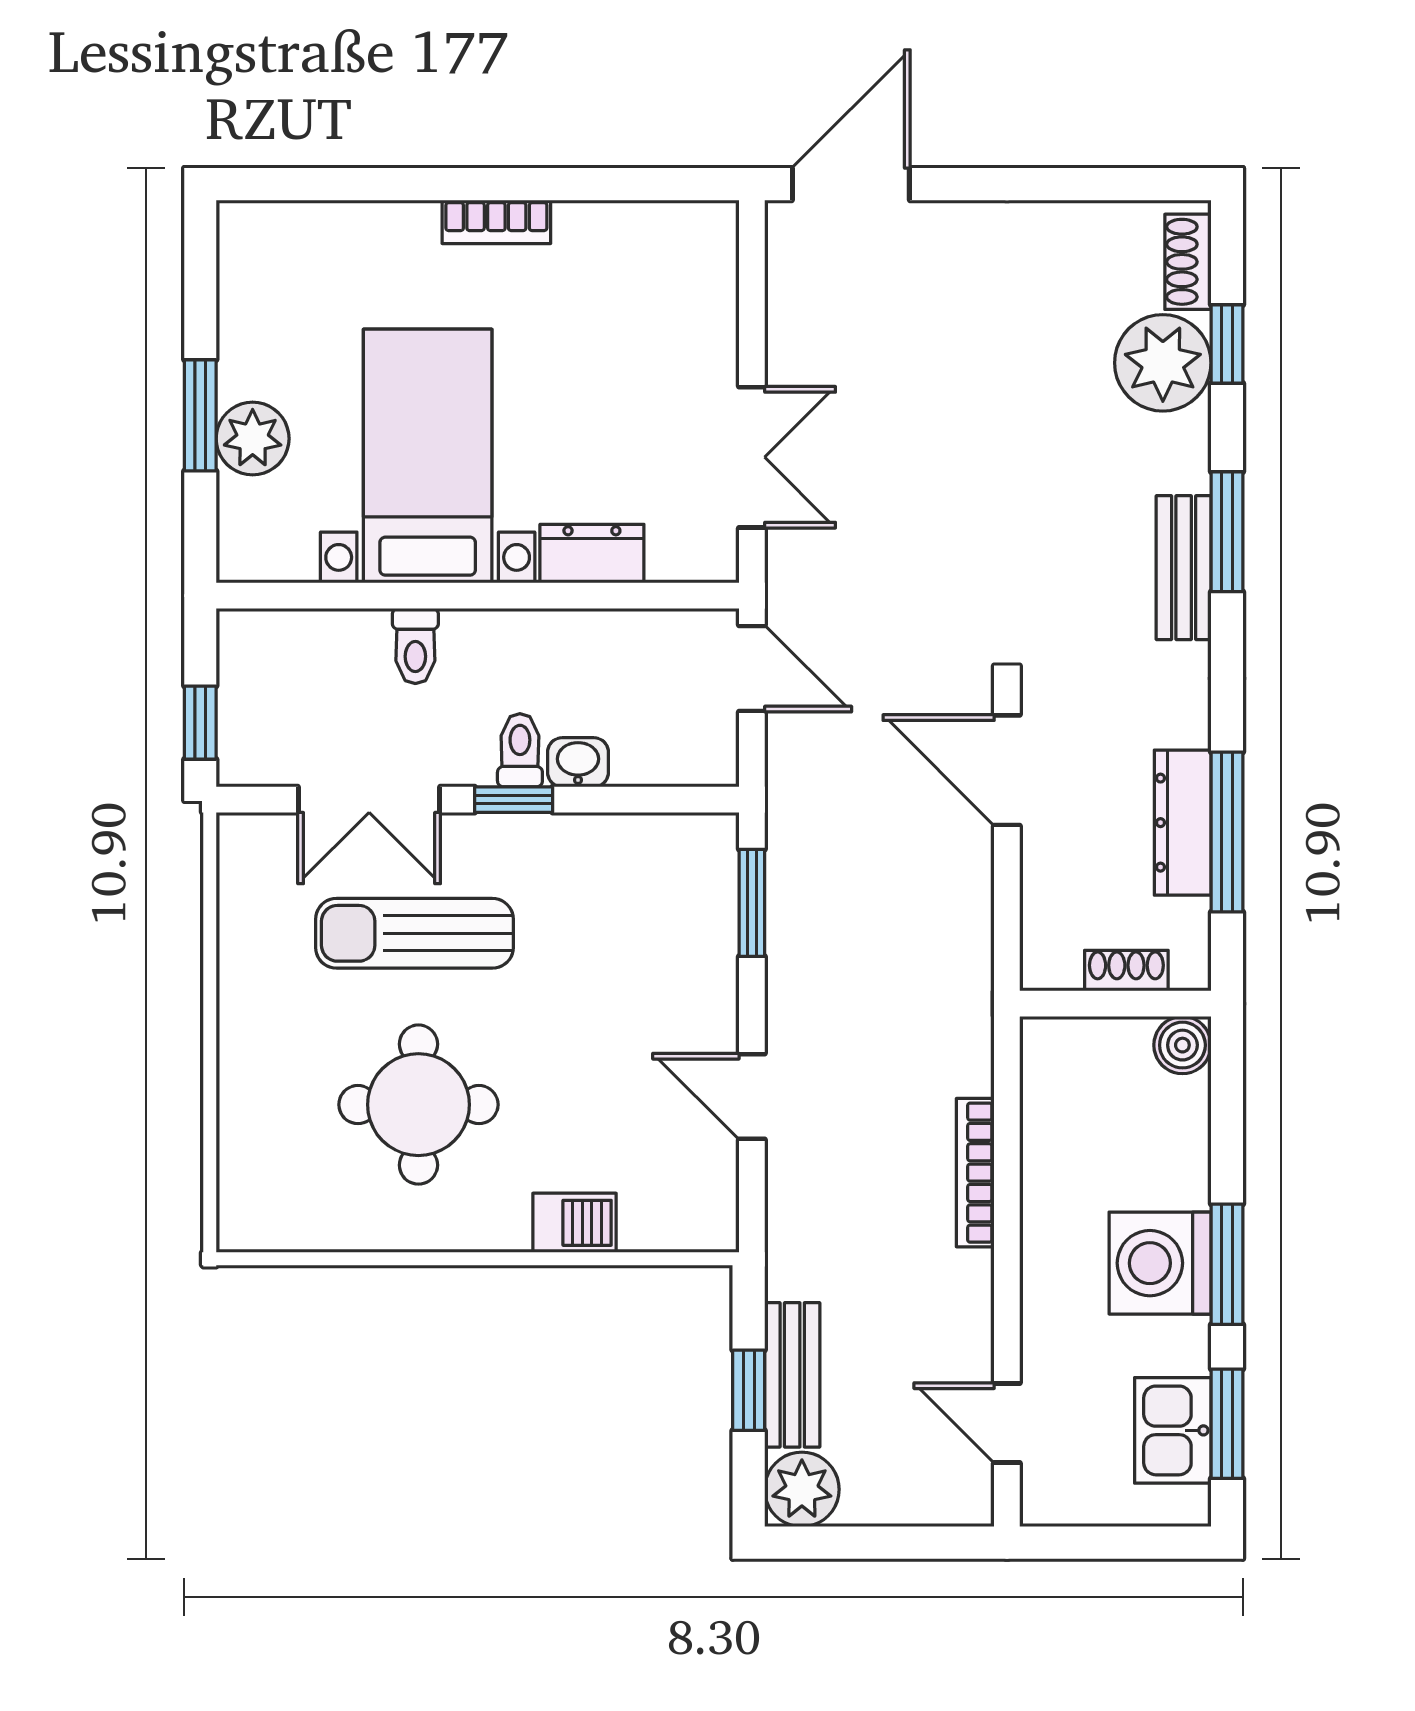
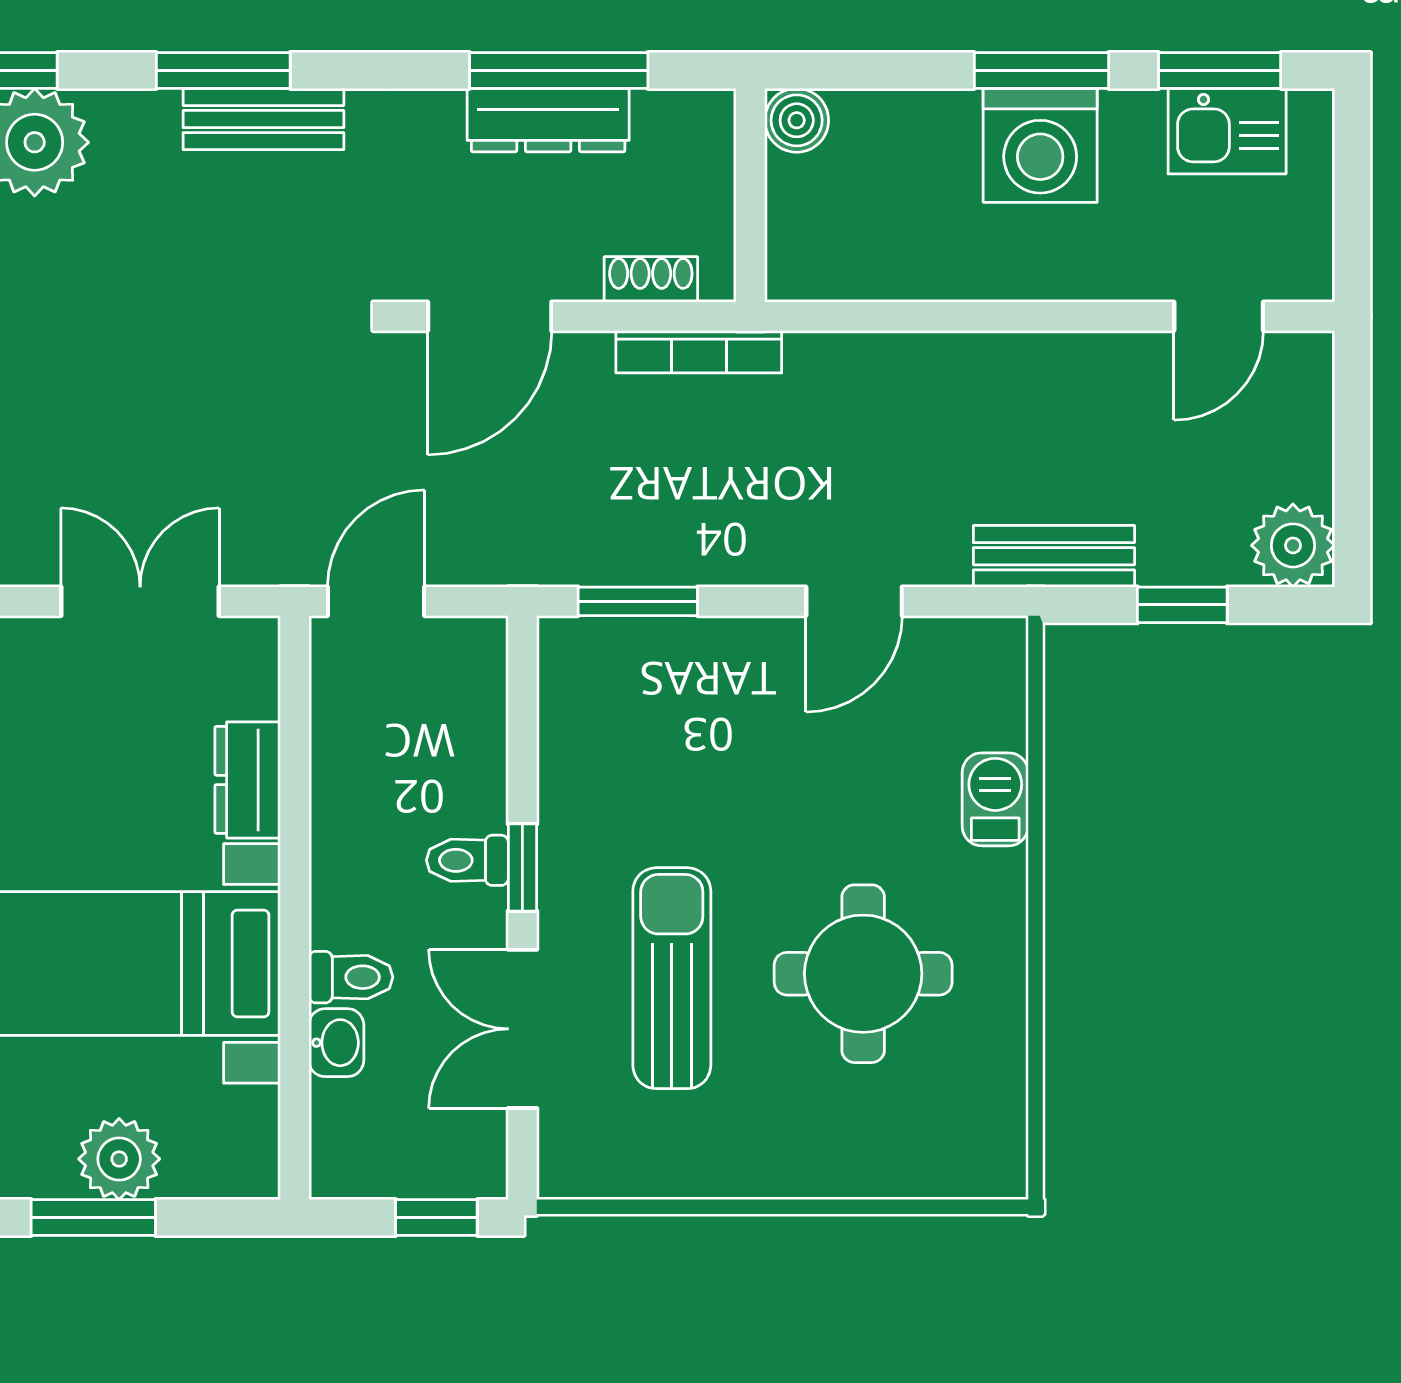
washbasin: (578, 762) -> (336, 1043), moved, turned 180
double door: (369, 800) -> (522, 1029), swing flipped
sun lounger: (414, 933) -> (672, 978), turned 180
shoe rack: (1126, 971) -> (651, 279), moved, turned 90
bookcase: (975, 1173) -> (699, 352), moved
bench: (792, 1375) -> (1054, 556), moved

